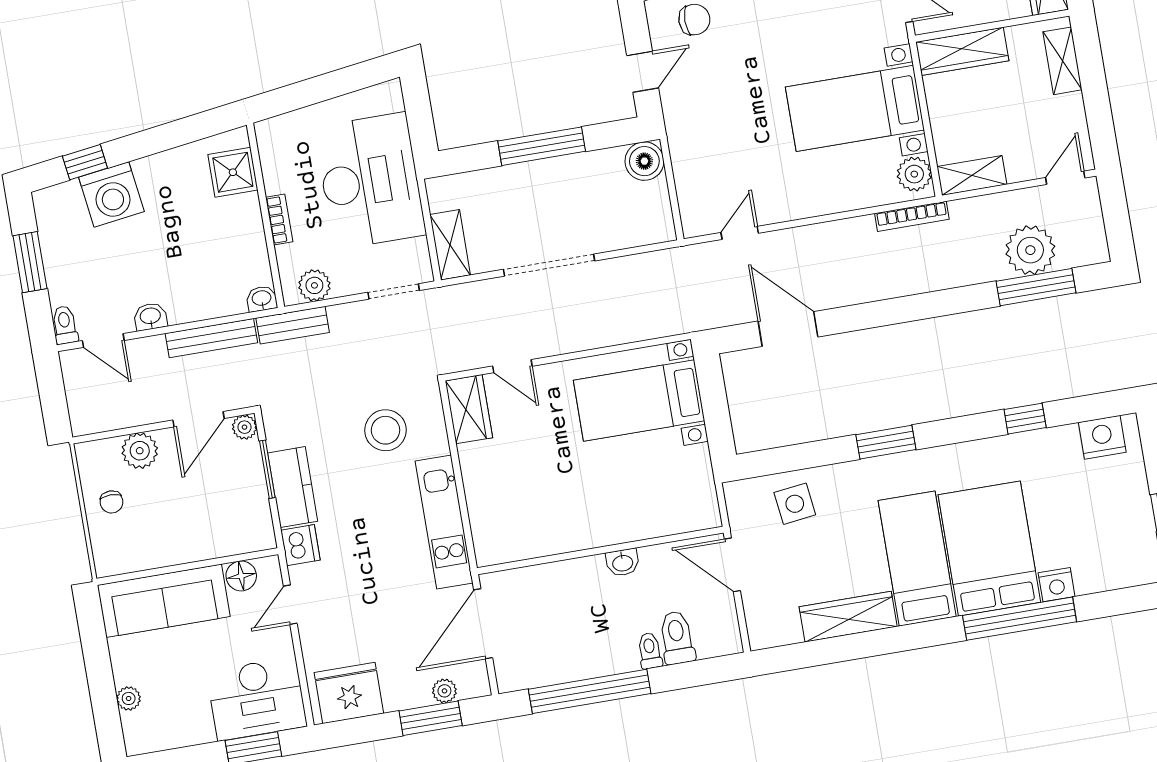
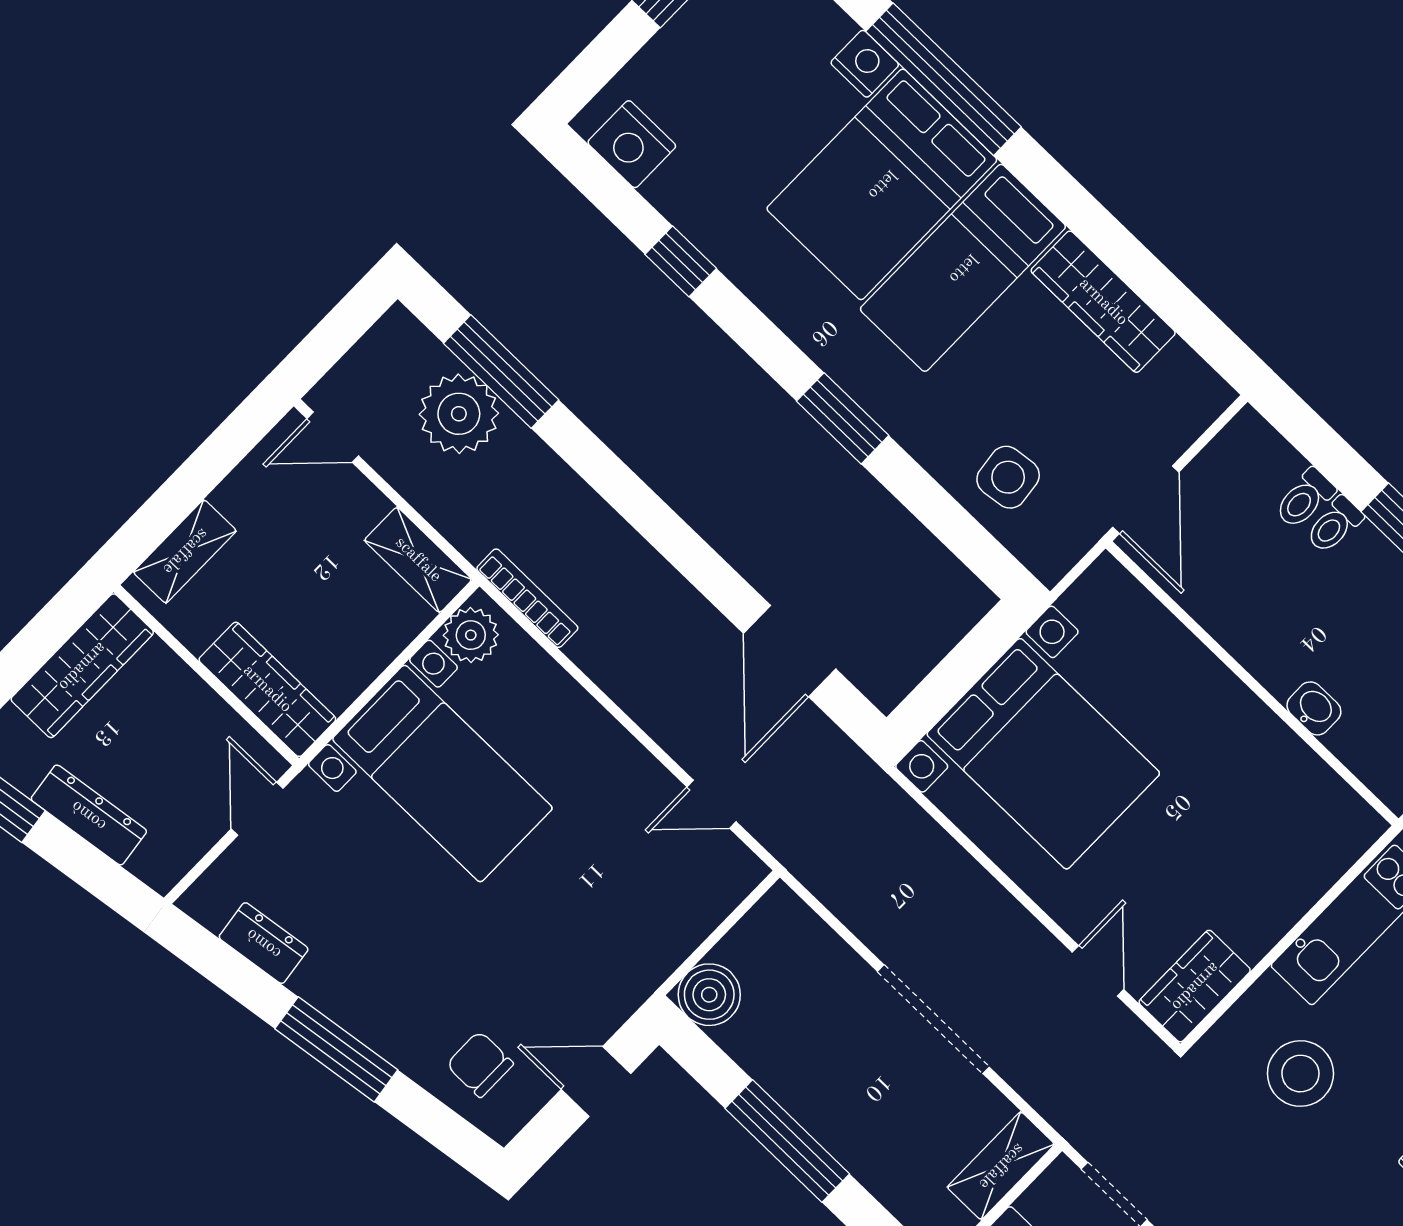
bed with nightstands: (639, 401) -> (1043, 754), width x1.36
washbasin: (623, 563) -> (1314, 708), moved
toilet: (677, 638) -> (1305, 499), width x0.73, depth x0.72

